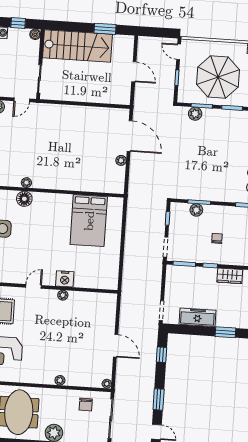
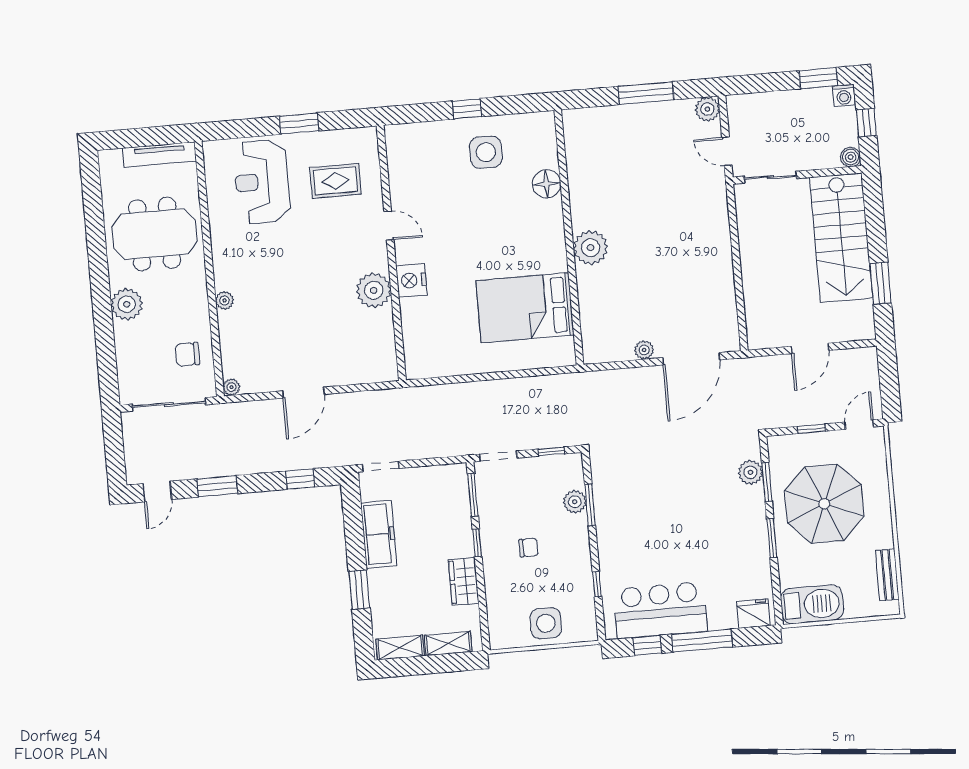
plant: (26, 183) -> (590, 248), moved, width x1.88, depth x1.88
plant: (63, 295) -> (374, 290), width x1.87, depth x1.87

